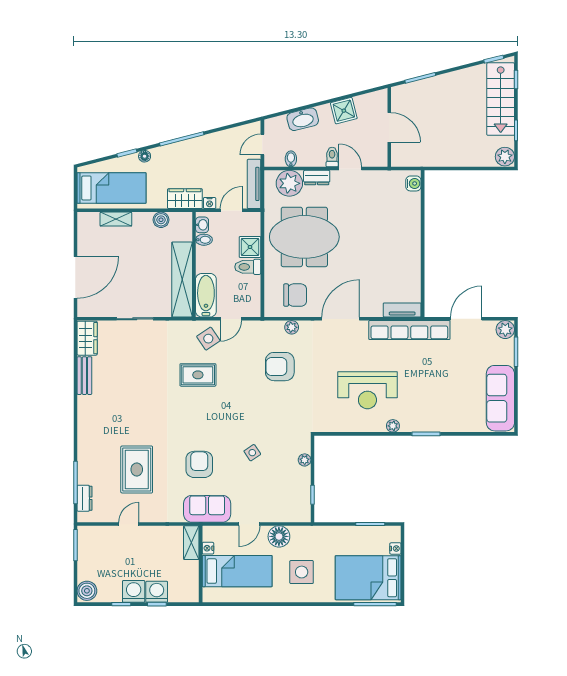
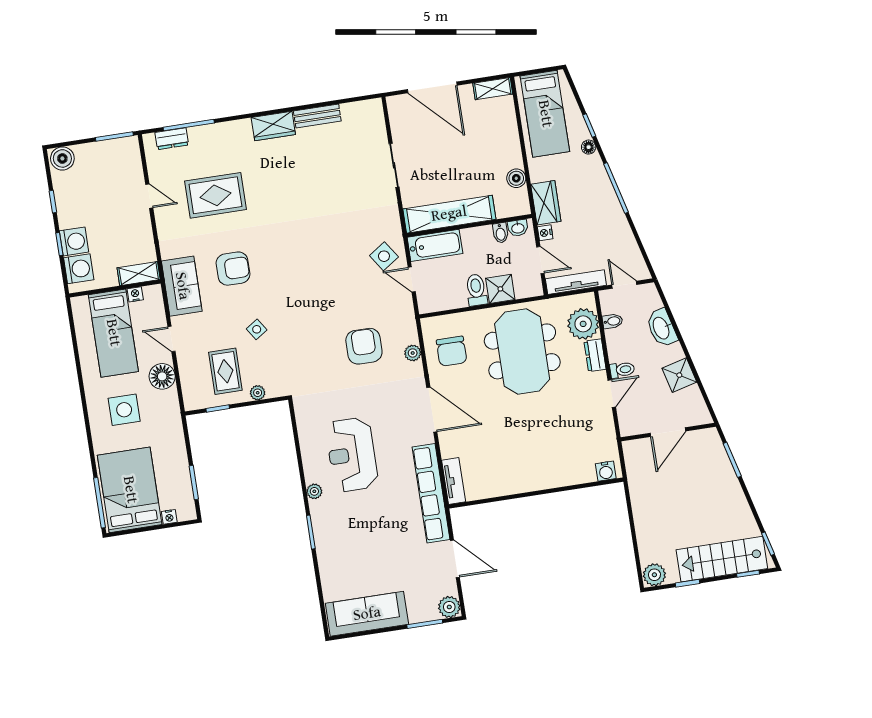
shelving: (116, 219) -> (493, 89), moved, turned 90
wardrobe: (87, 338) -> (273, 126), moved
rug: (198, 375) -> (225, 371), moved
washing machine: (134, 591) -> (79, 269), moved

